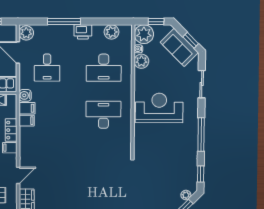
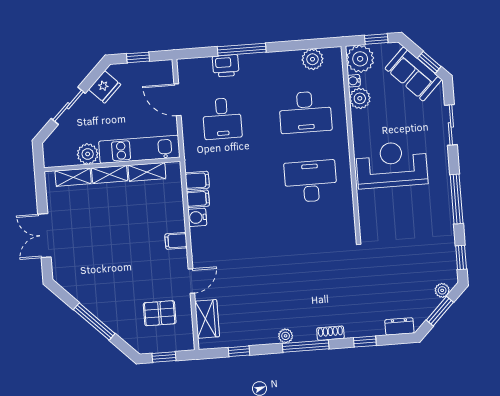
printer: (83, 32) -> (226, 66), moved
plant: (26, 33) -> (188, 70), removed
water cooler: (25, 95) -> (197, 217), moved
locker: (11, 130) -> (176, 215), removed

